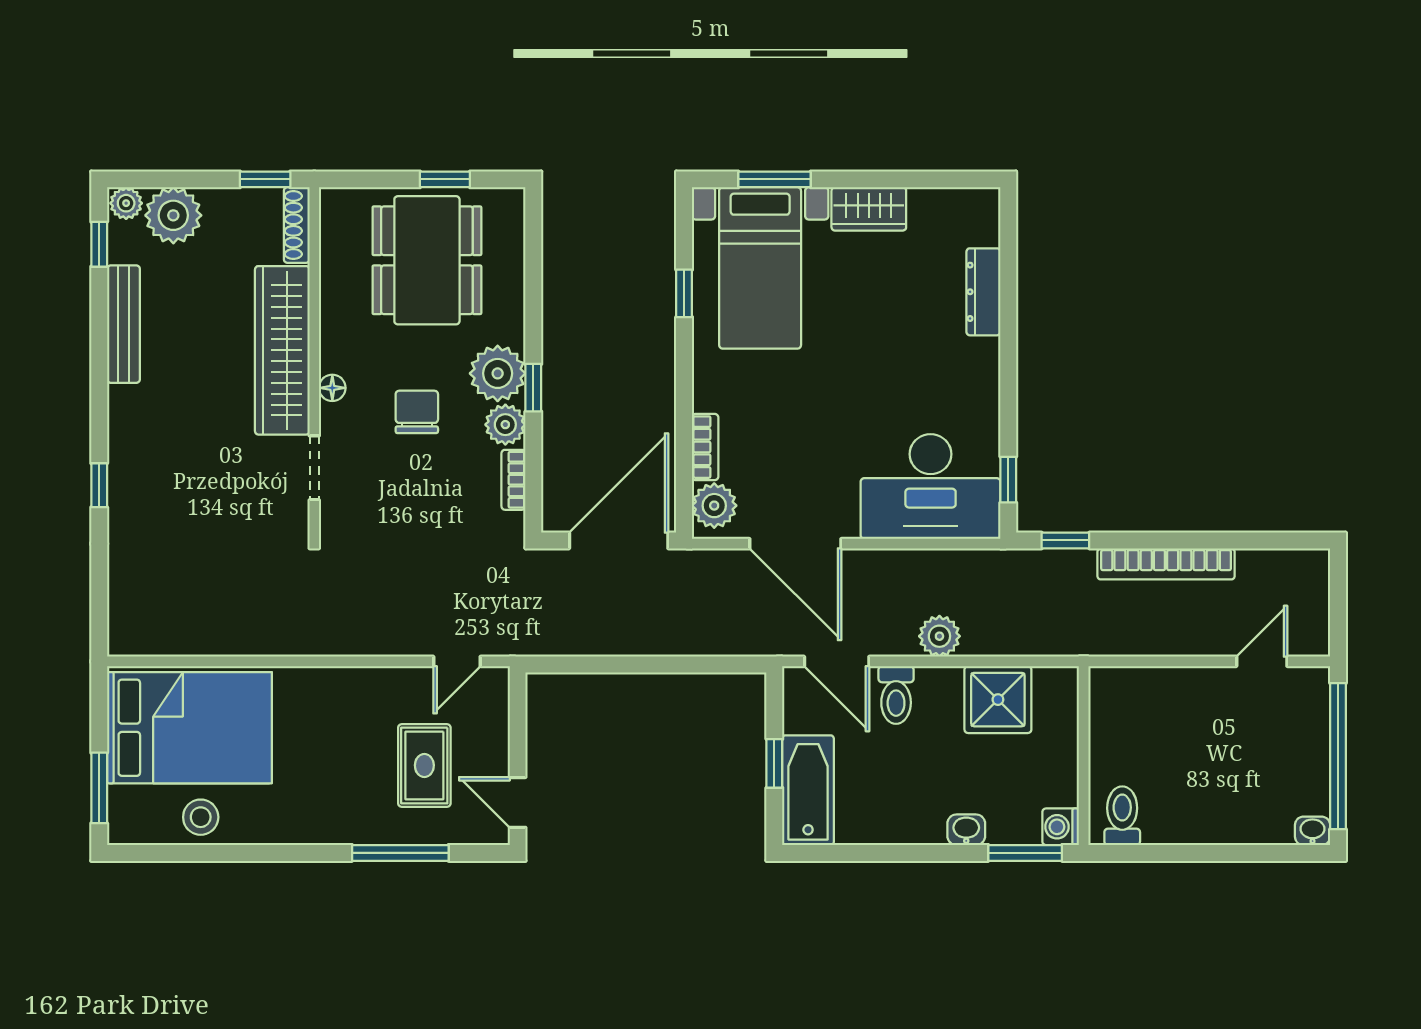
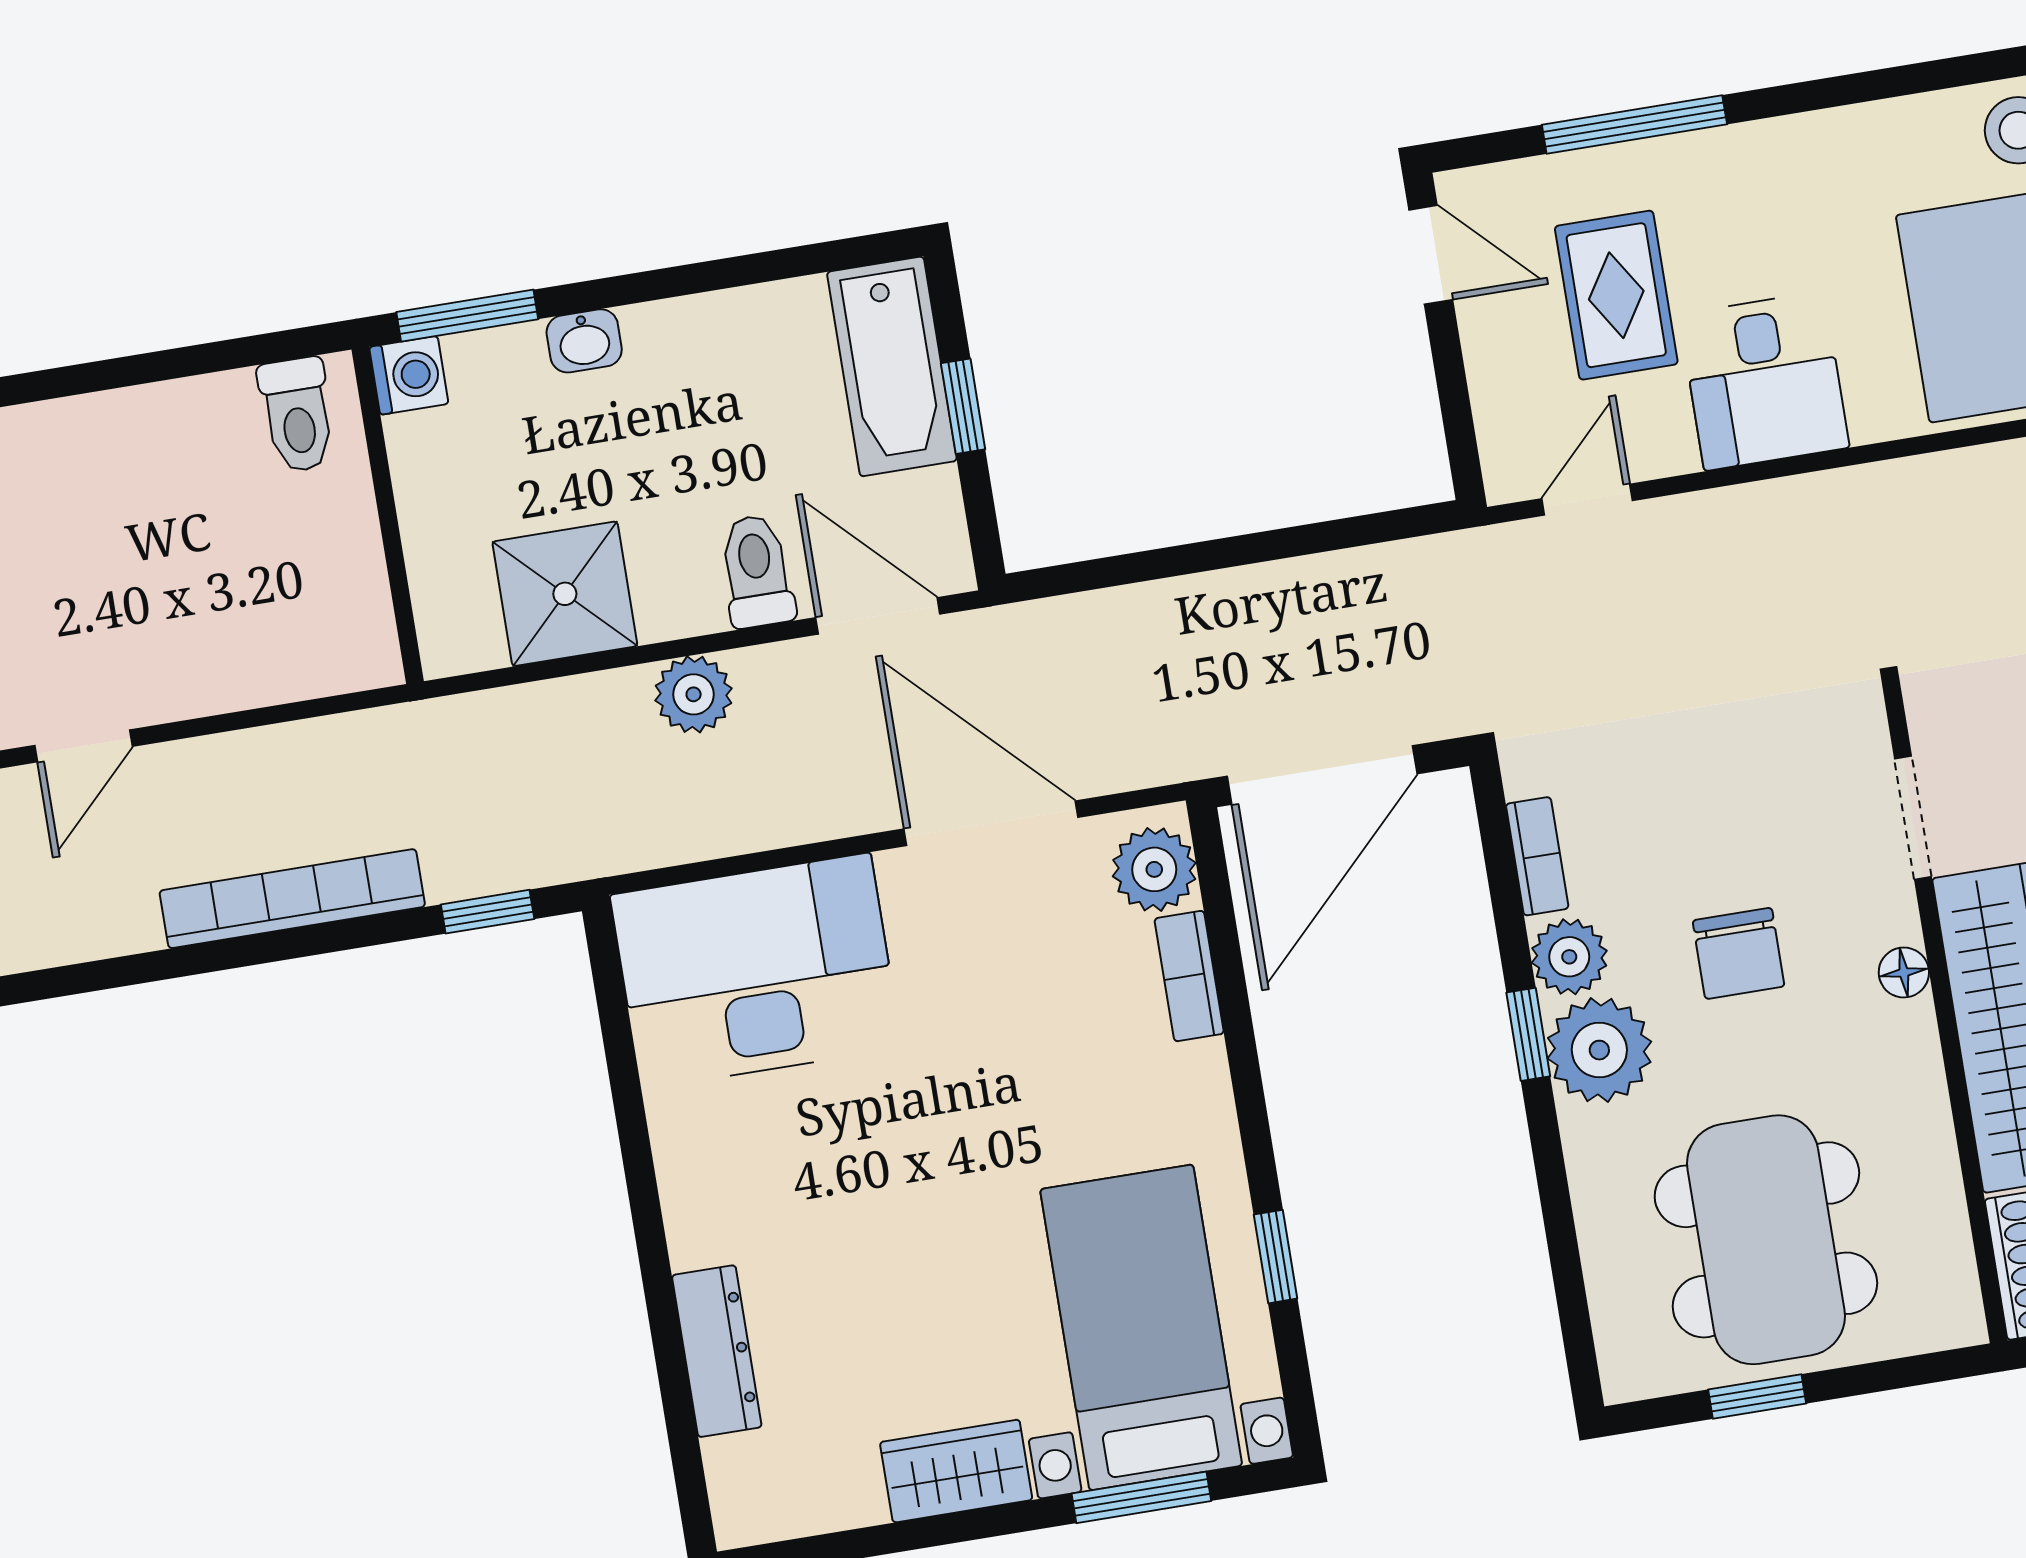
window: (1008, 480) -> (613, 1008), removed
desk: (355, 708) -> (1764, 381), added

